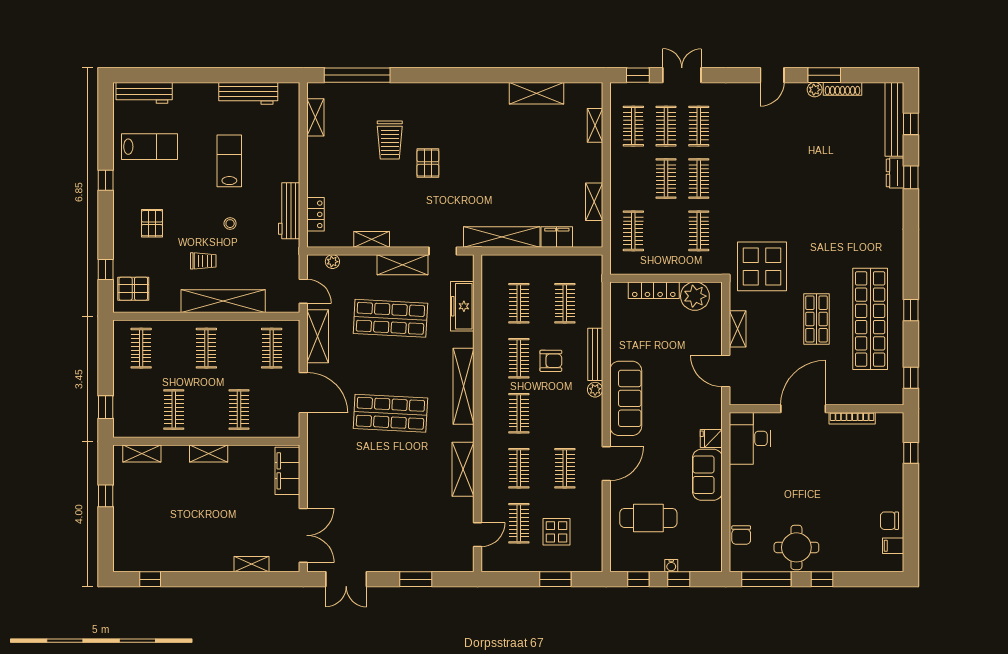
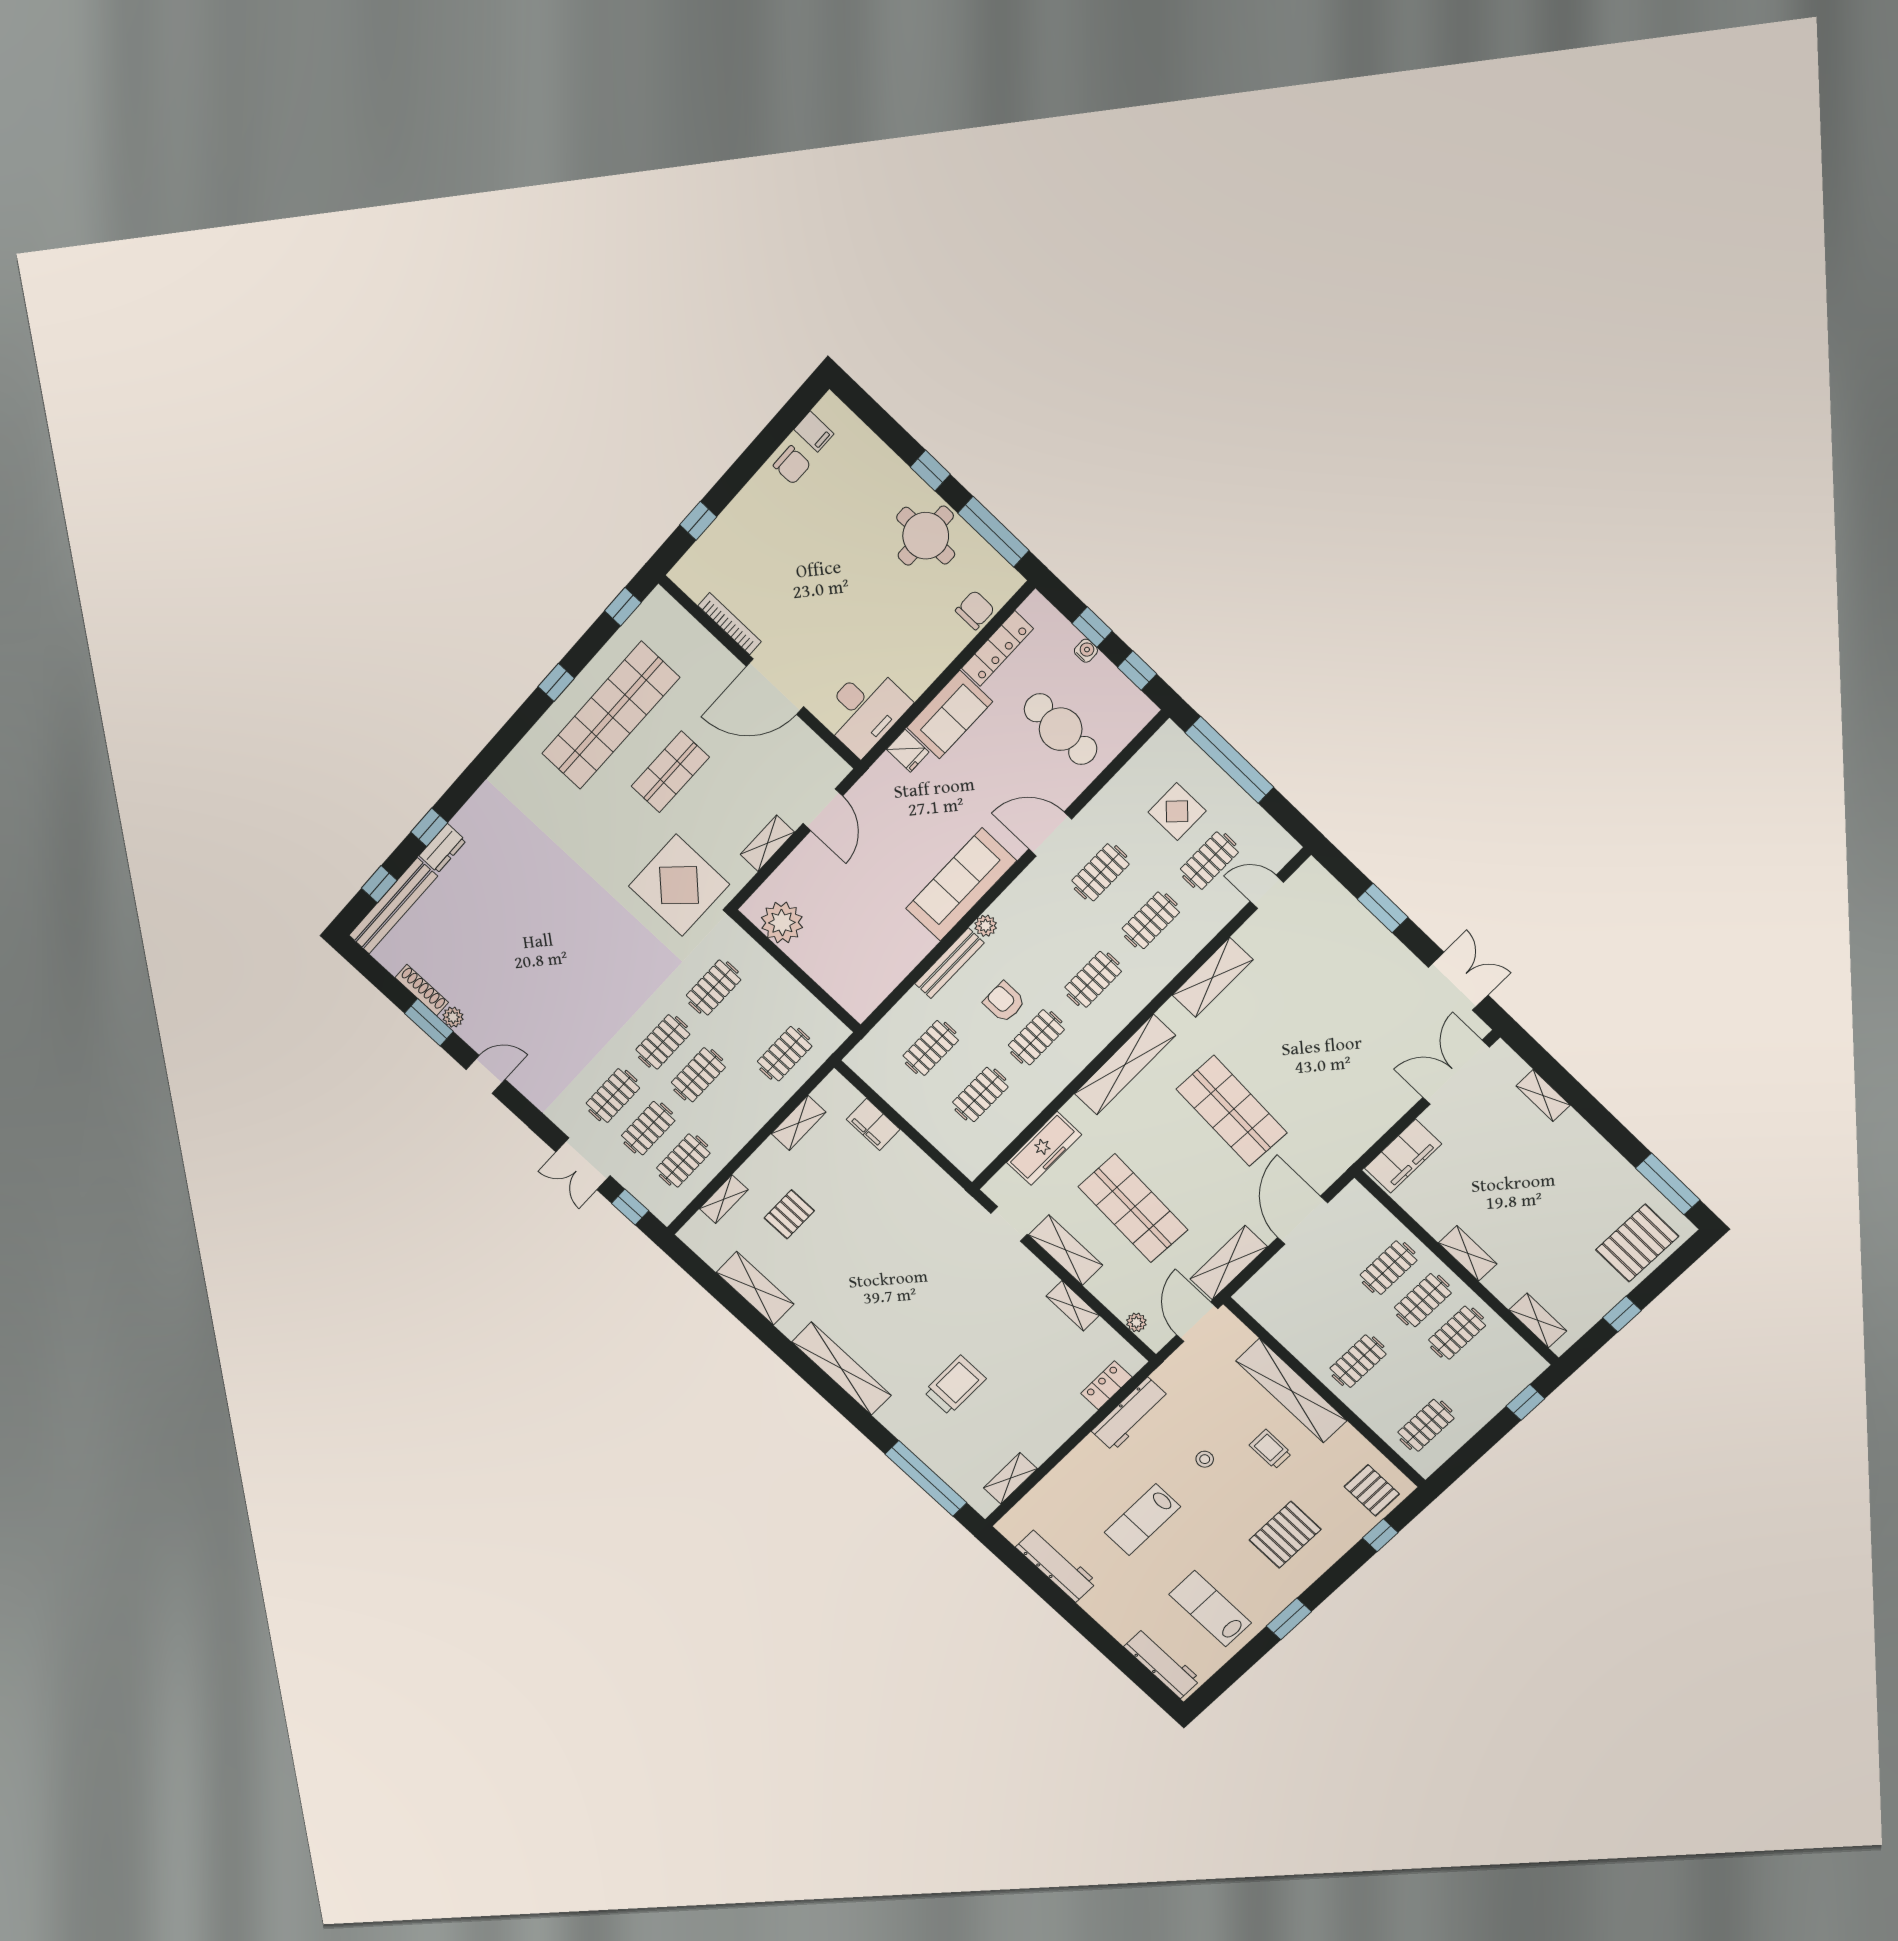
pallet: (428, 163) -> (789, 1214), moved
window: (106, 180) -> (1289, 1619), width x1.50
pallet: (152, 223) -> (1285, 1535), width x1.50, depth x1.42
shelving: (502, 237) -> (842, 1369), moved
locker: (654, 290) -> (997, 648), moved, turned 90
door: (303, 291) -> (1197, 1322), width x1.38
clothes rail: (272, 348) -> (1423, 1300), moved
pallet: (135, 537) -> (1637, 1243), added
window: (150, 579) -> (1668, 1184), width x2.17
window: (555, 579) -> (1229, 760), width x2.11

